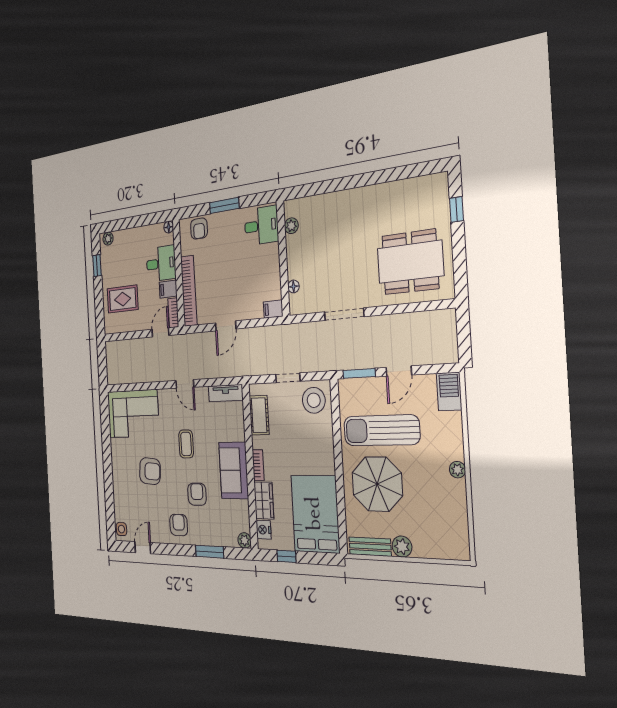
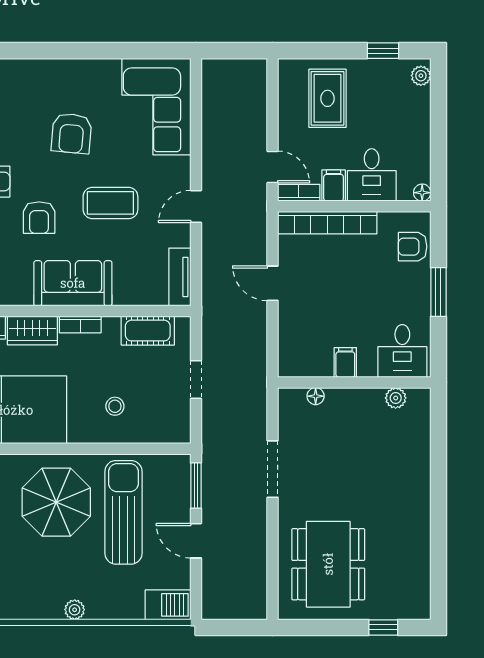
filing cabinet: (273, 309) -> (345, 362), moved
stool: (314, 400) -> (115, 406), moved, width x0.53, depth x0.53
coffee table: (186, 444) -> (110, 203), width x1.36, depth x1.30
armchair: (197, 494) -> (39, 218), turned 90

